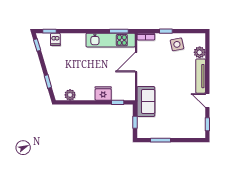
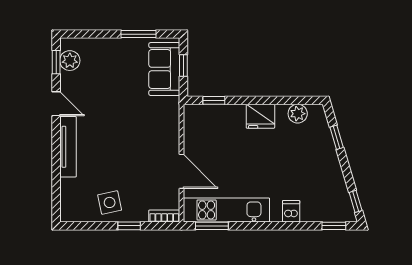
dishwasher: (55, 39) -> (291, 211), moved
plant: (200, 52) -> (70, 61), moved
door: (136, 62) -> (181, 171), hinge flipped
fridge: (103, 93) -> (260, 116), moved
sofa: (146, 101) -> (164, 69), moved

